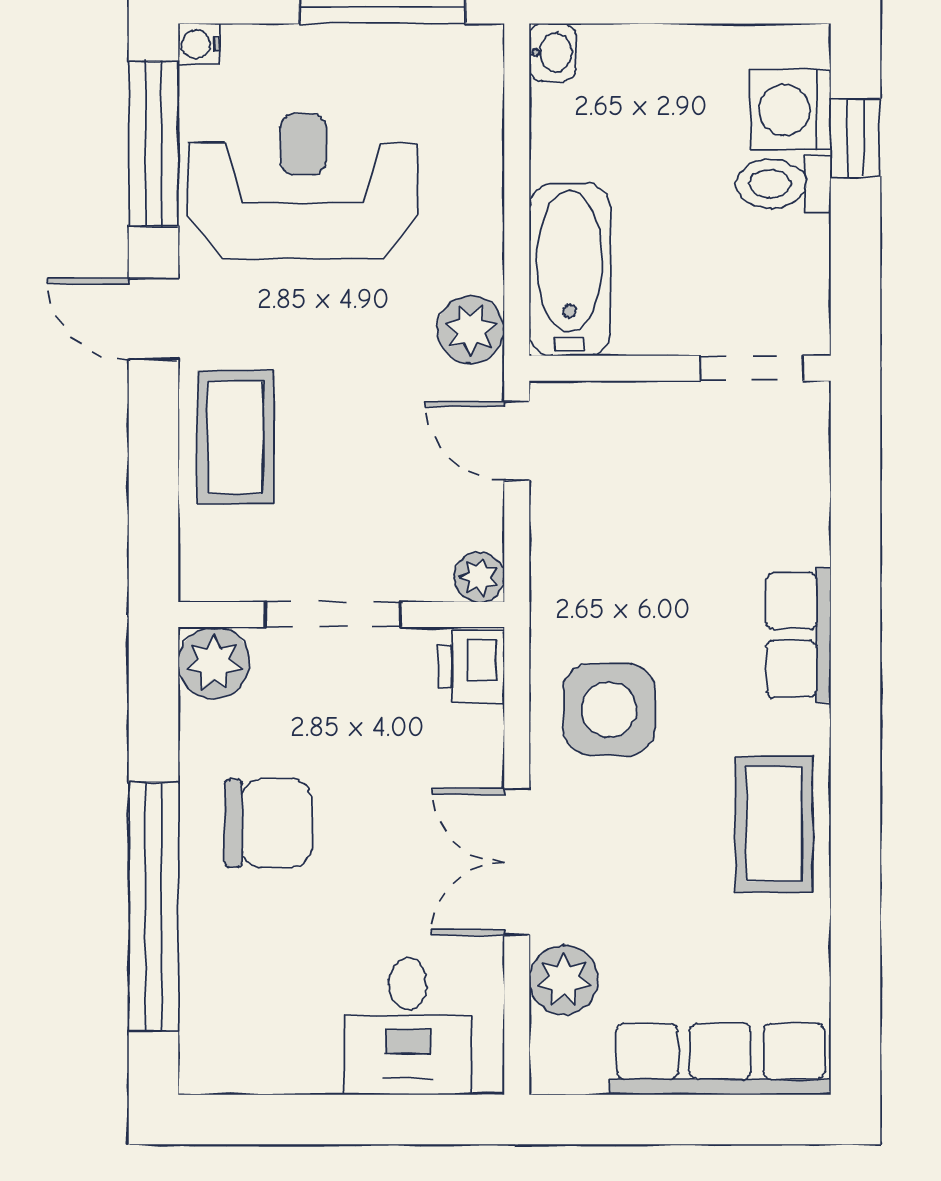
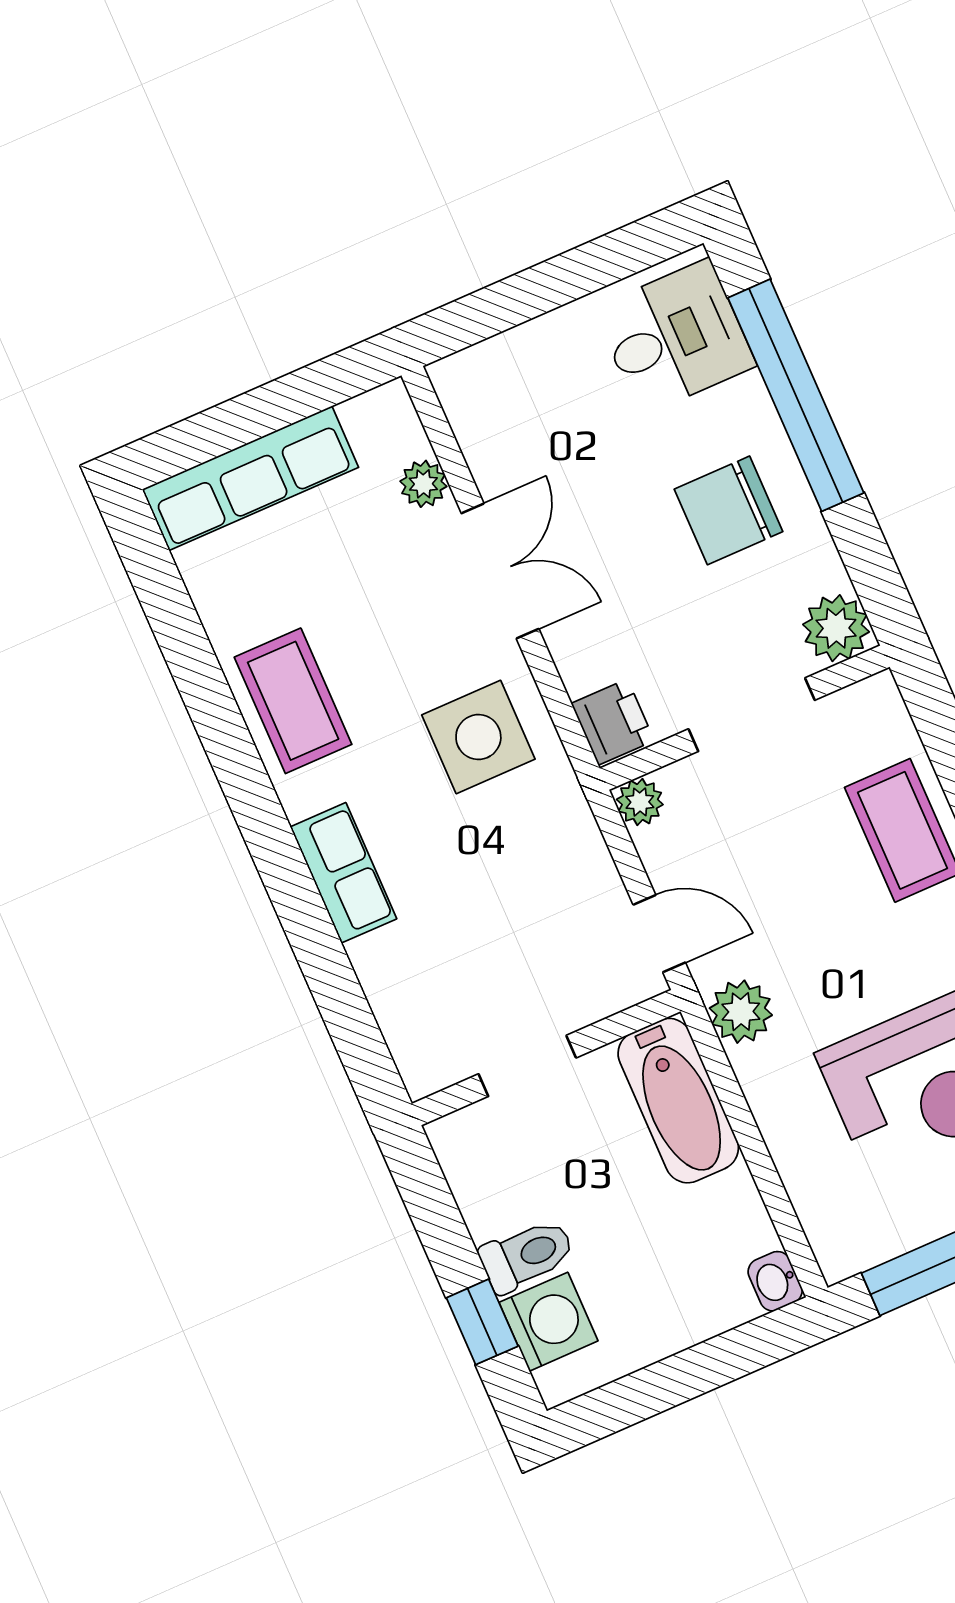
doorway: (752, 368) -> (527, 1066), moved
plant: (564, 980) -> (423, 484), width x0.73, depth x0.73
desk: (408, 1026) -> (675, 337), moved, turned 90

